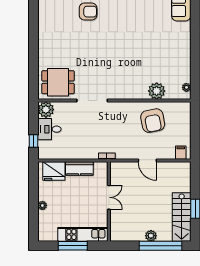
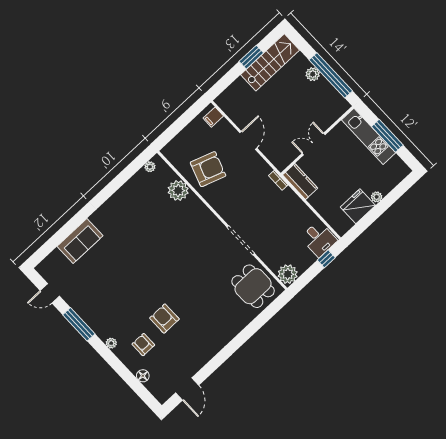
armchair: (153, 121) -> (208, 169), turned 30
desk: (49, 129) -> (319, 239), moved
kitchen counter: (79, 169) -> (300, 181), moved
fridge: (54, 171) -> (358, 206), moved, turned -90
window: (161, 246) -> (331, 75), moved

